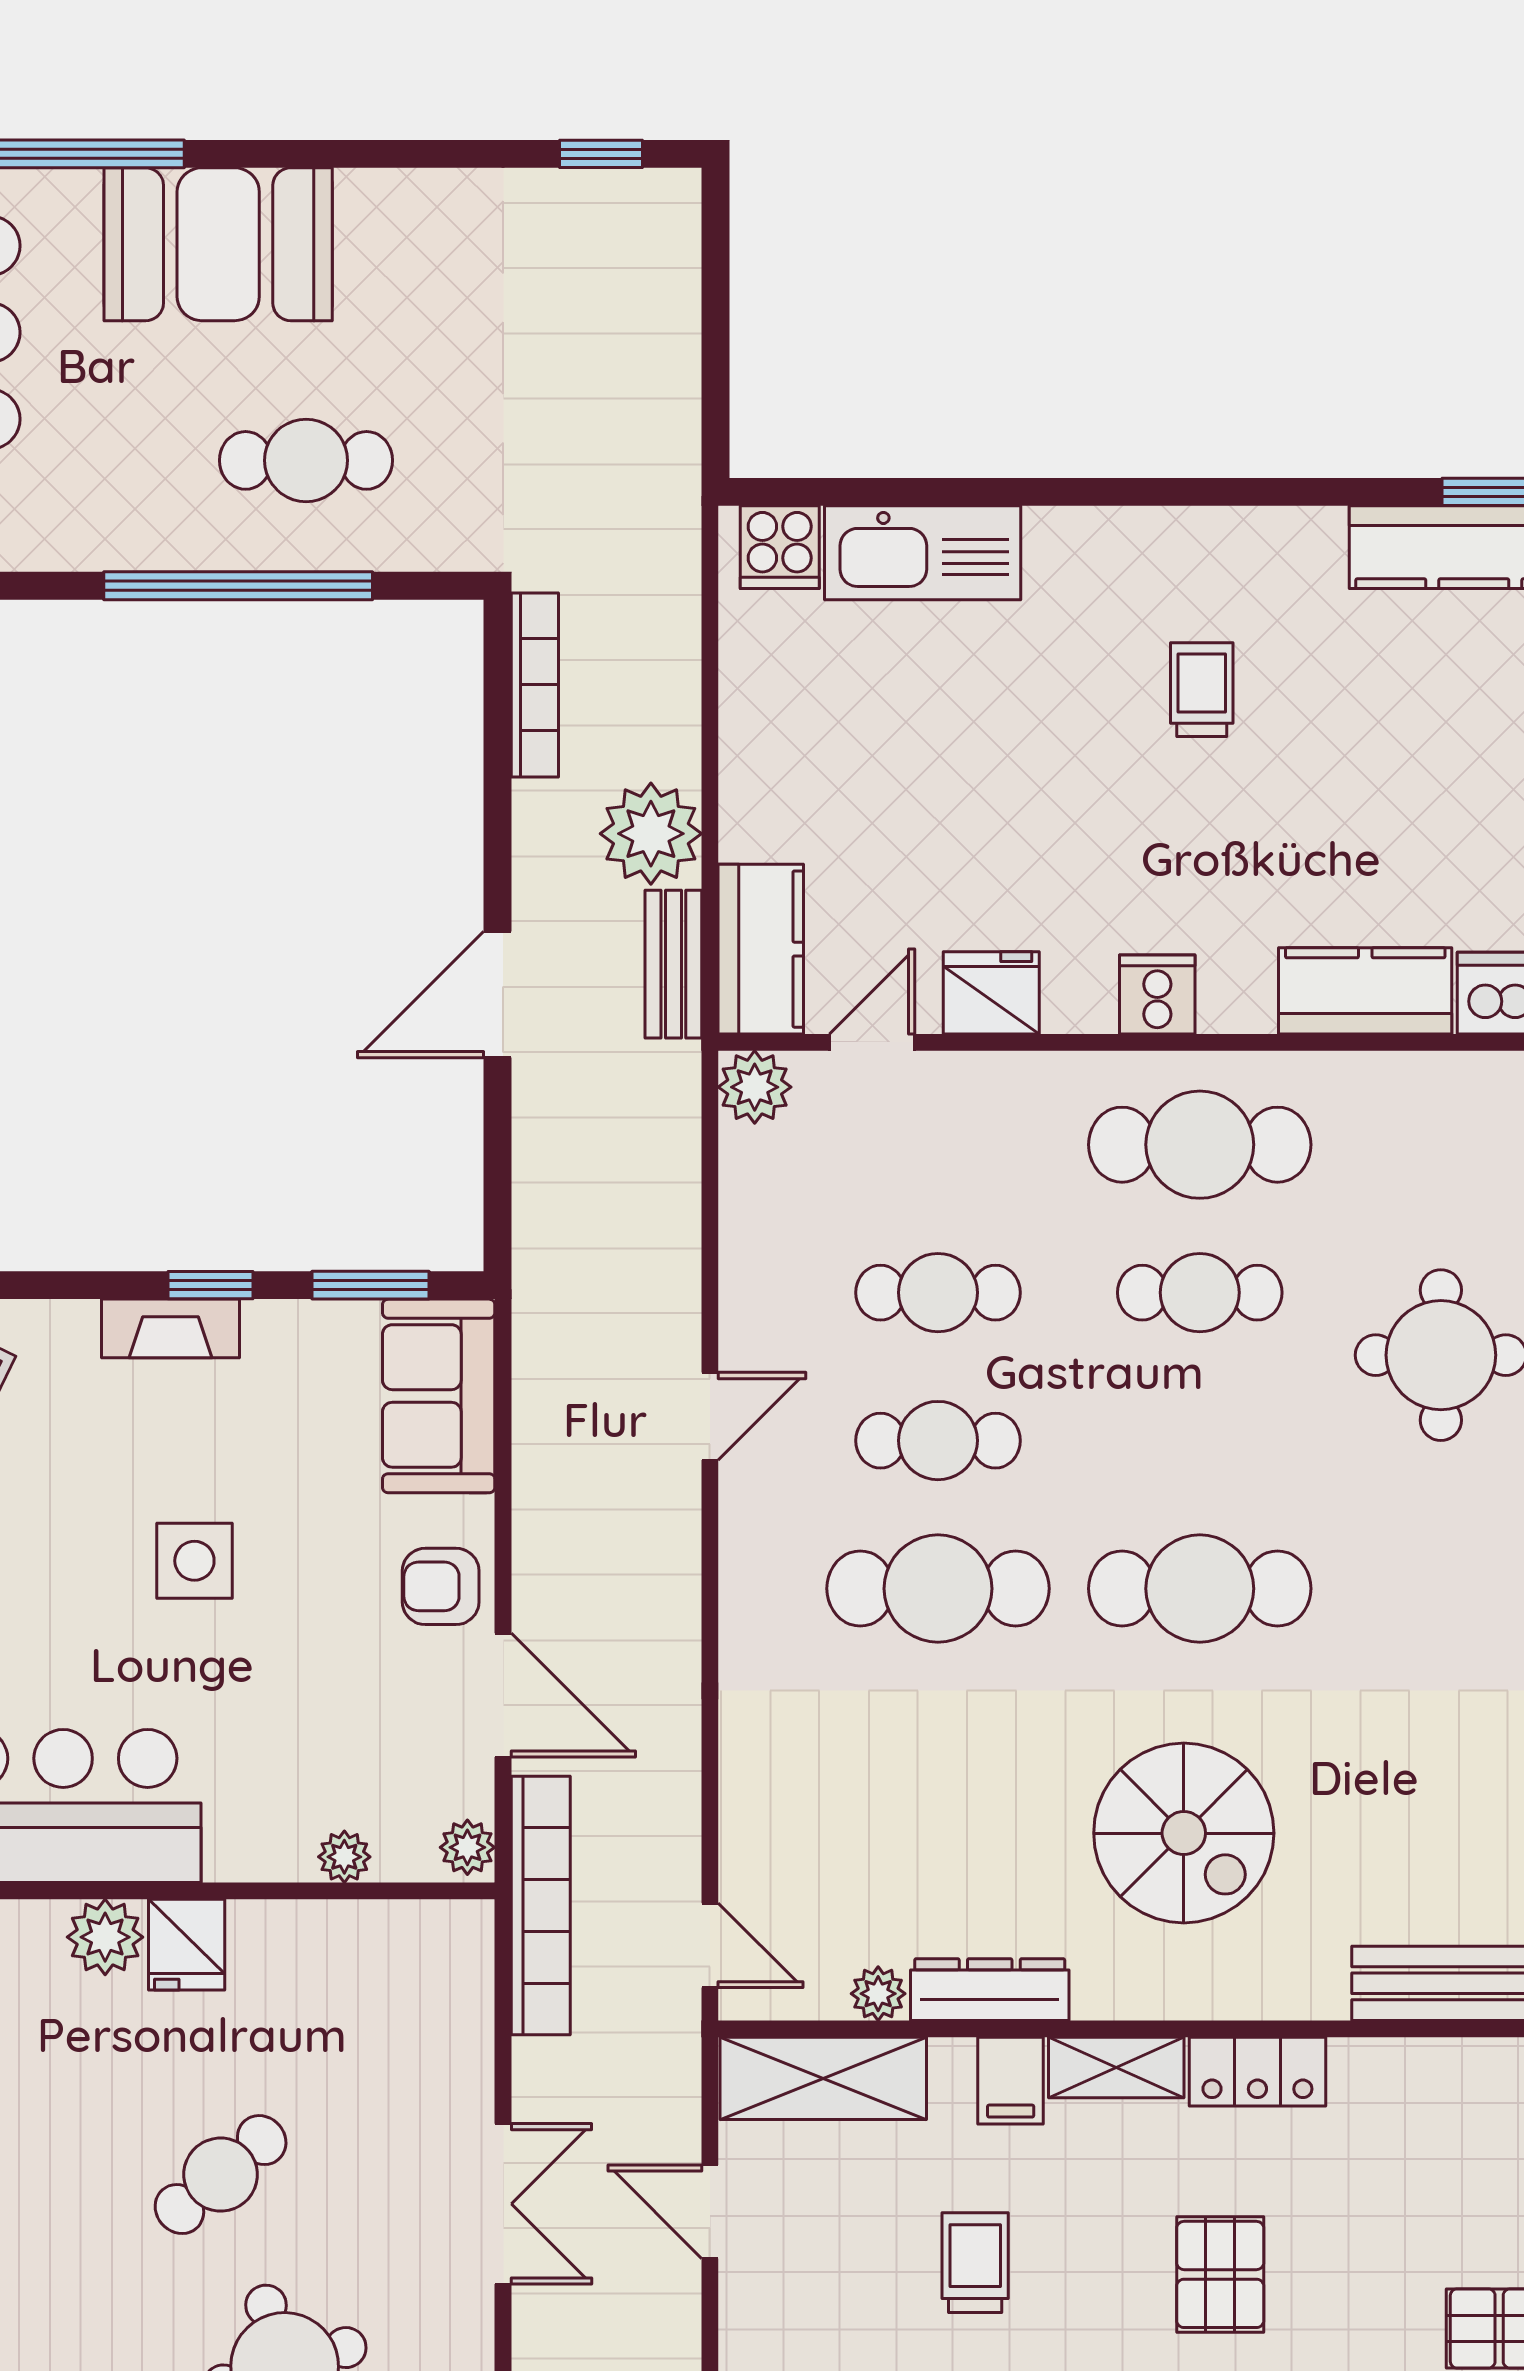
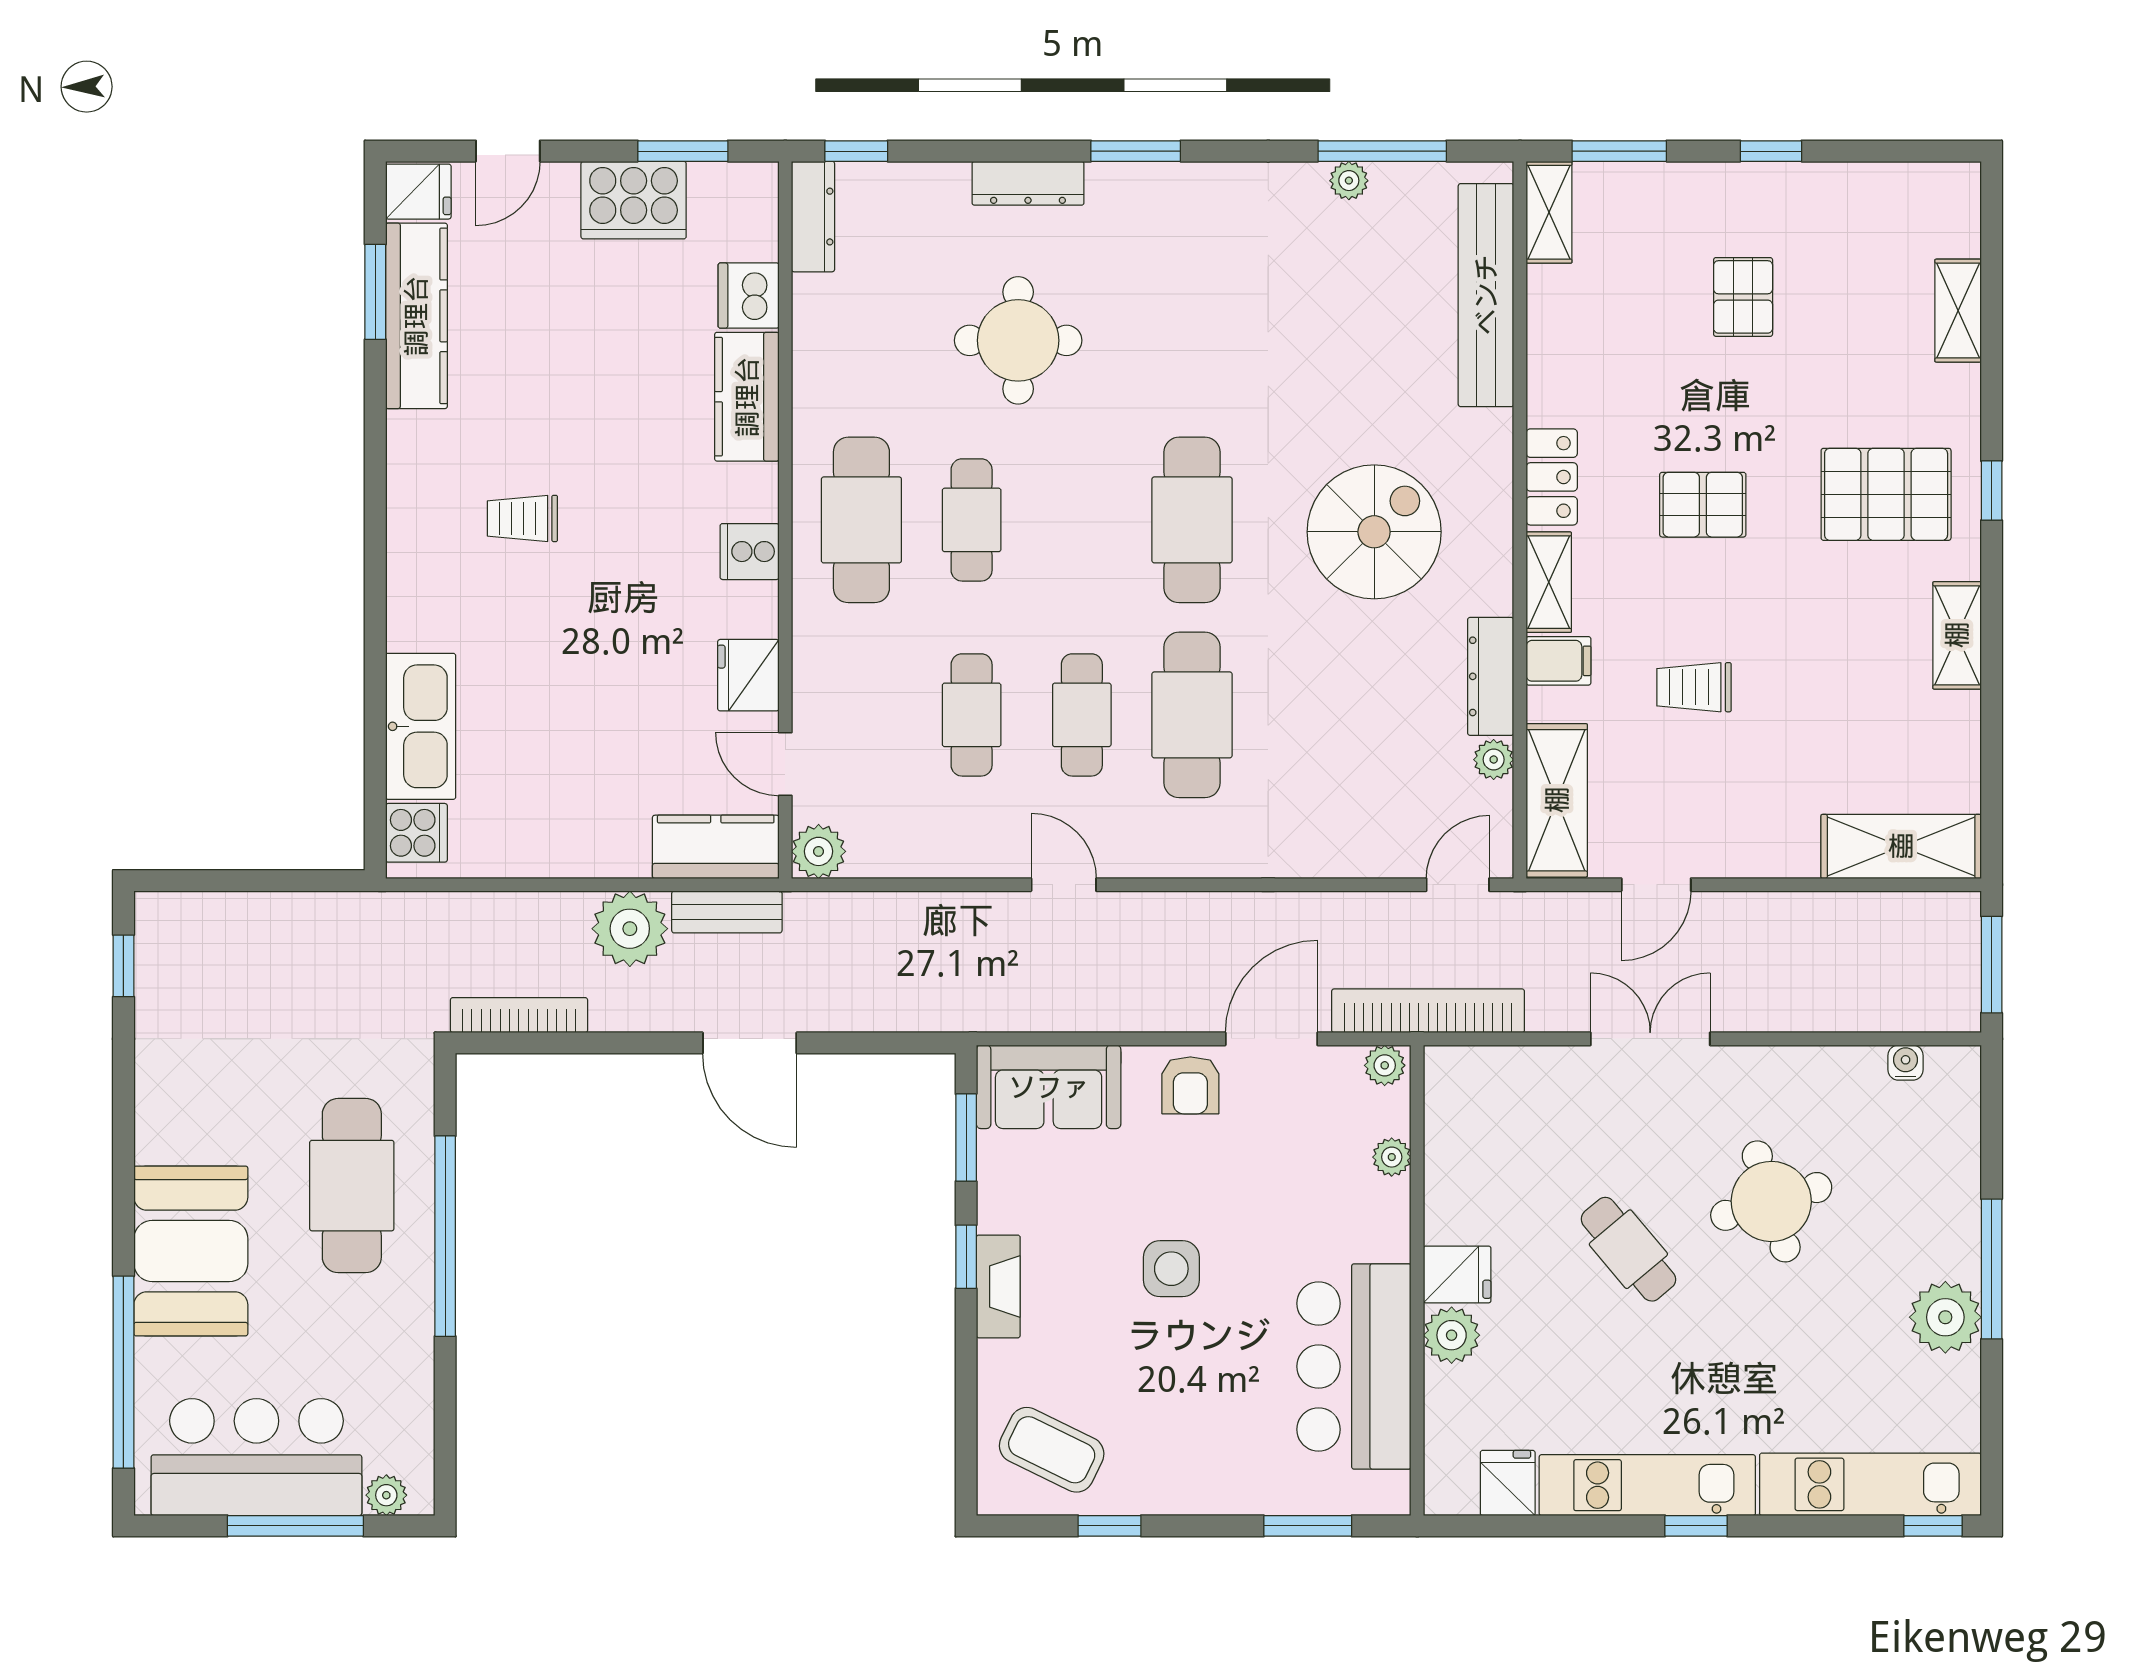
cafe table: (306, 460) -> (352, 1186), width x1.37, depth x1.35

